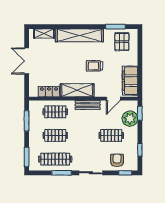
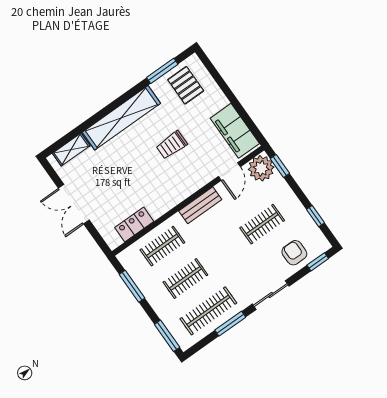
shelving: (77, 90) -> (172, 195), removed
plant: (130, 119) -> (261, 168), moved

